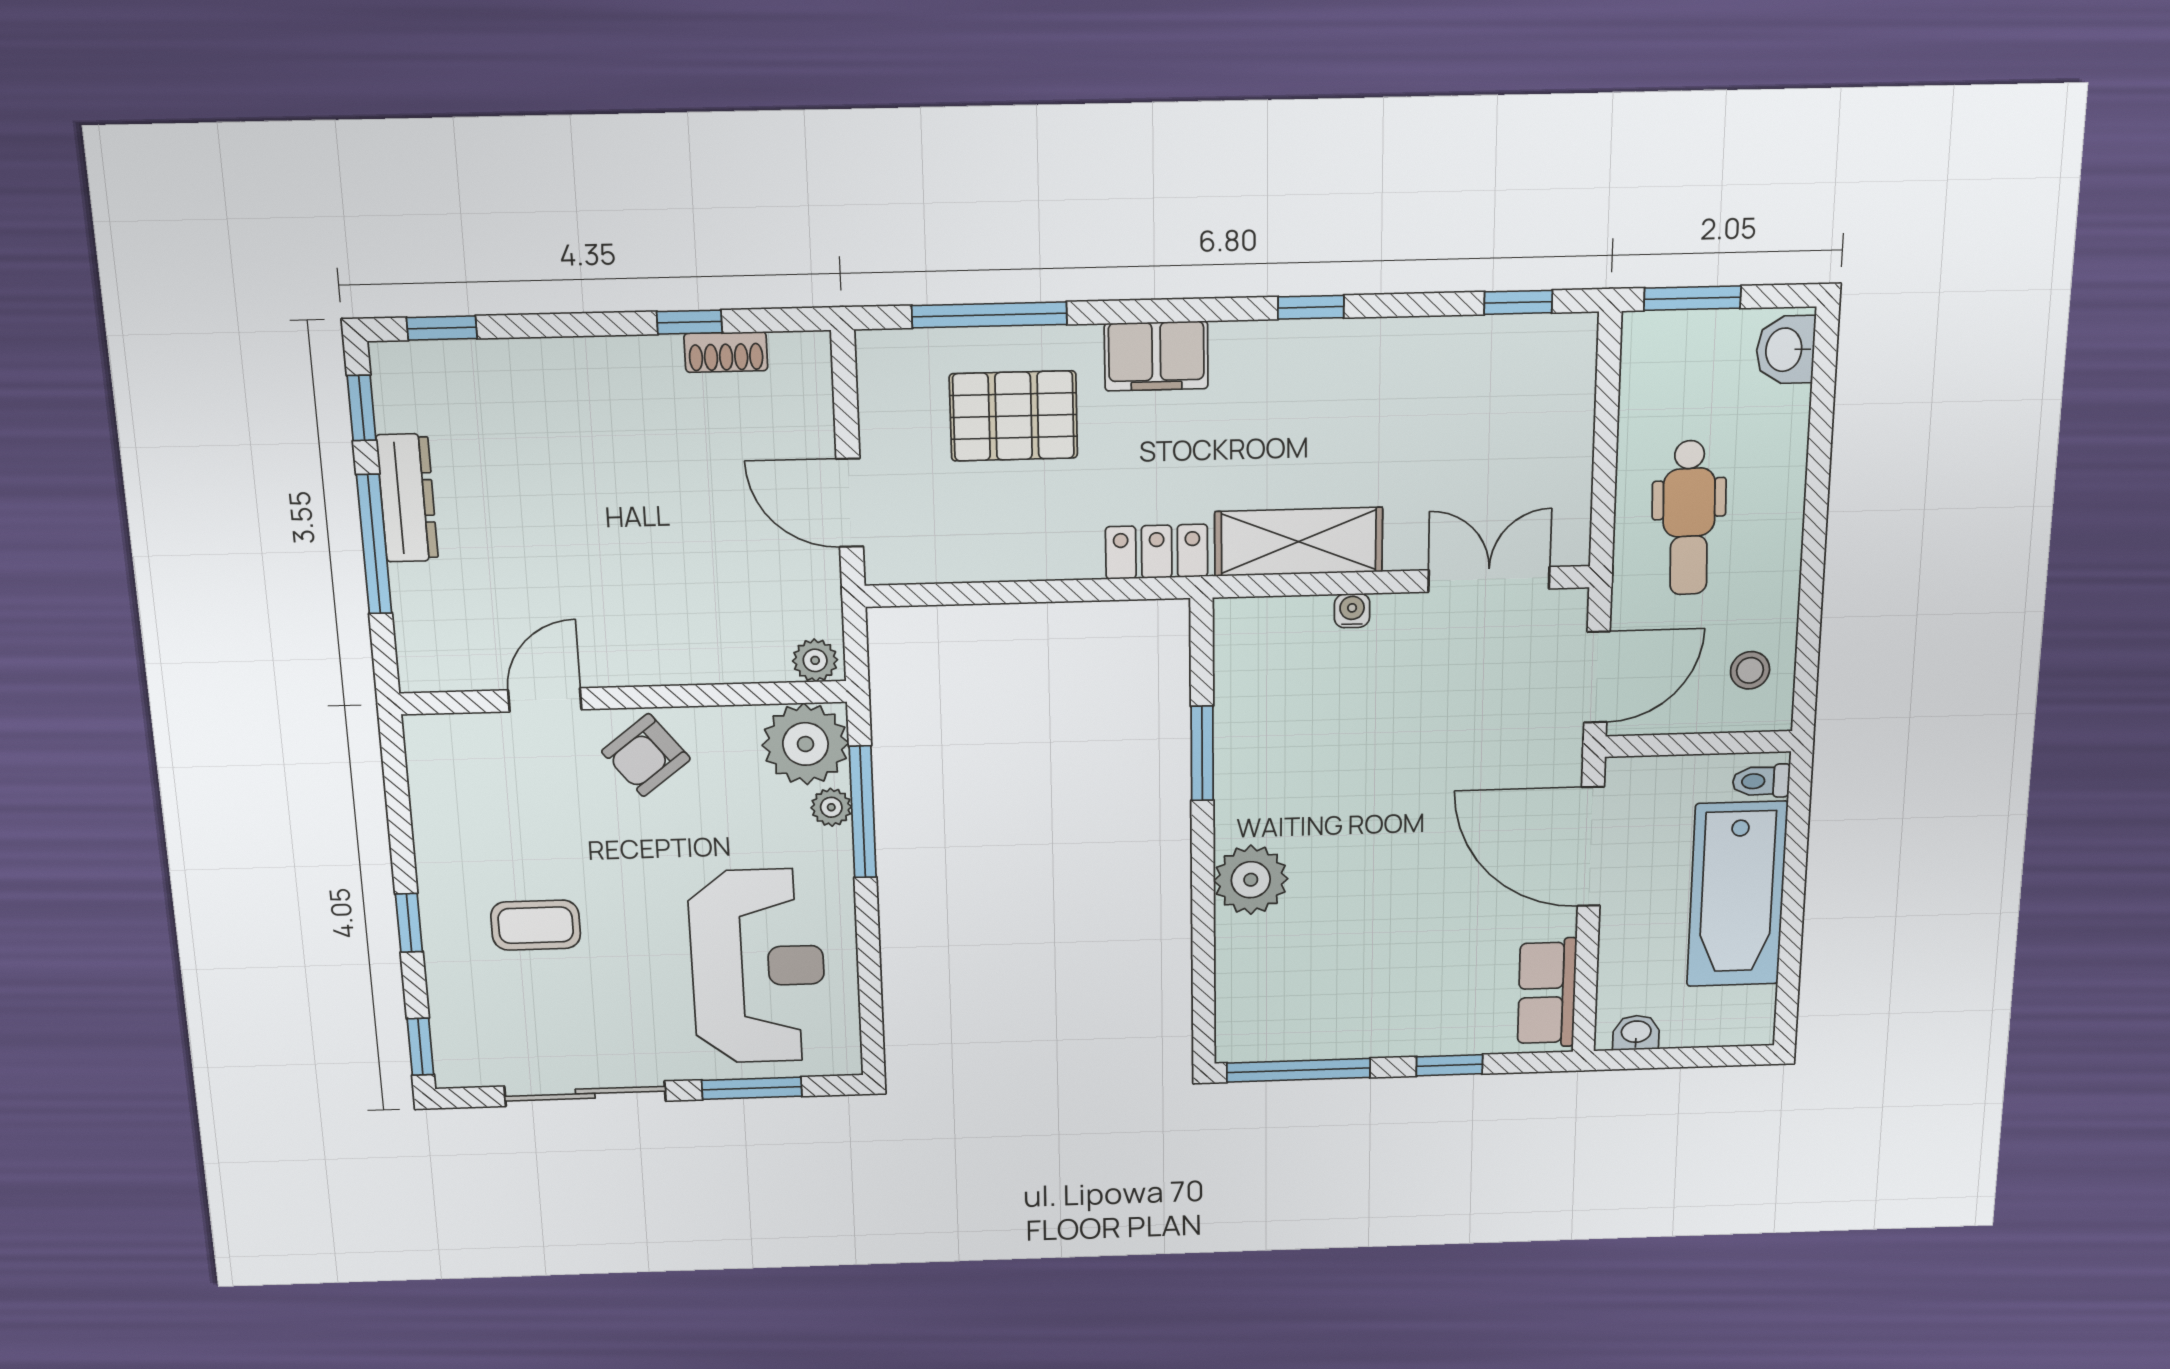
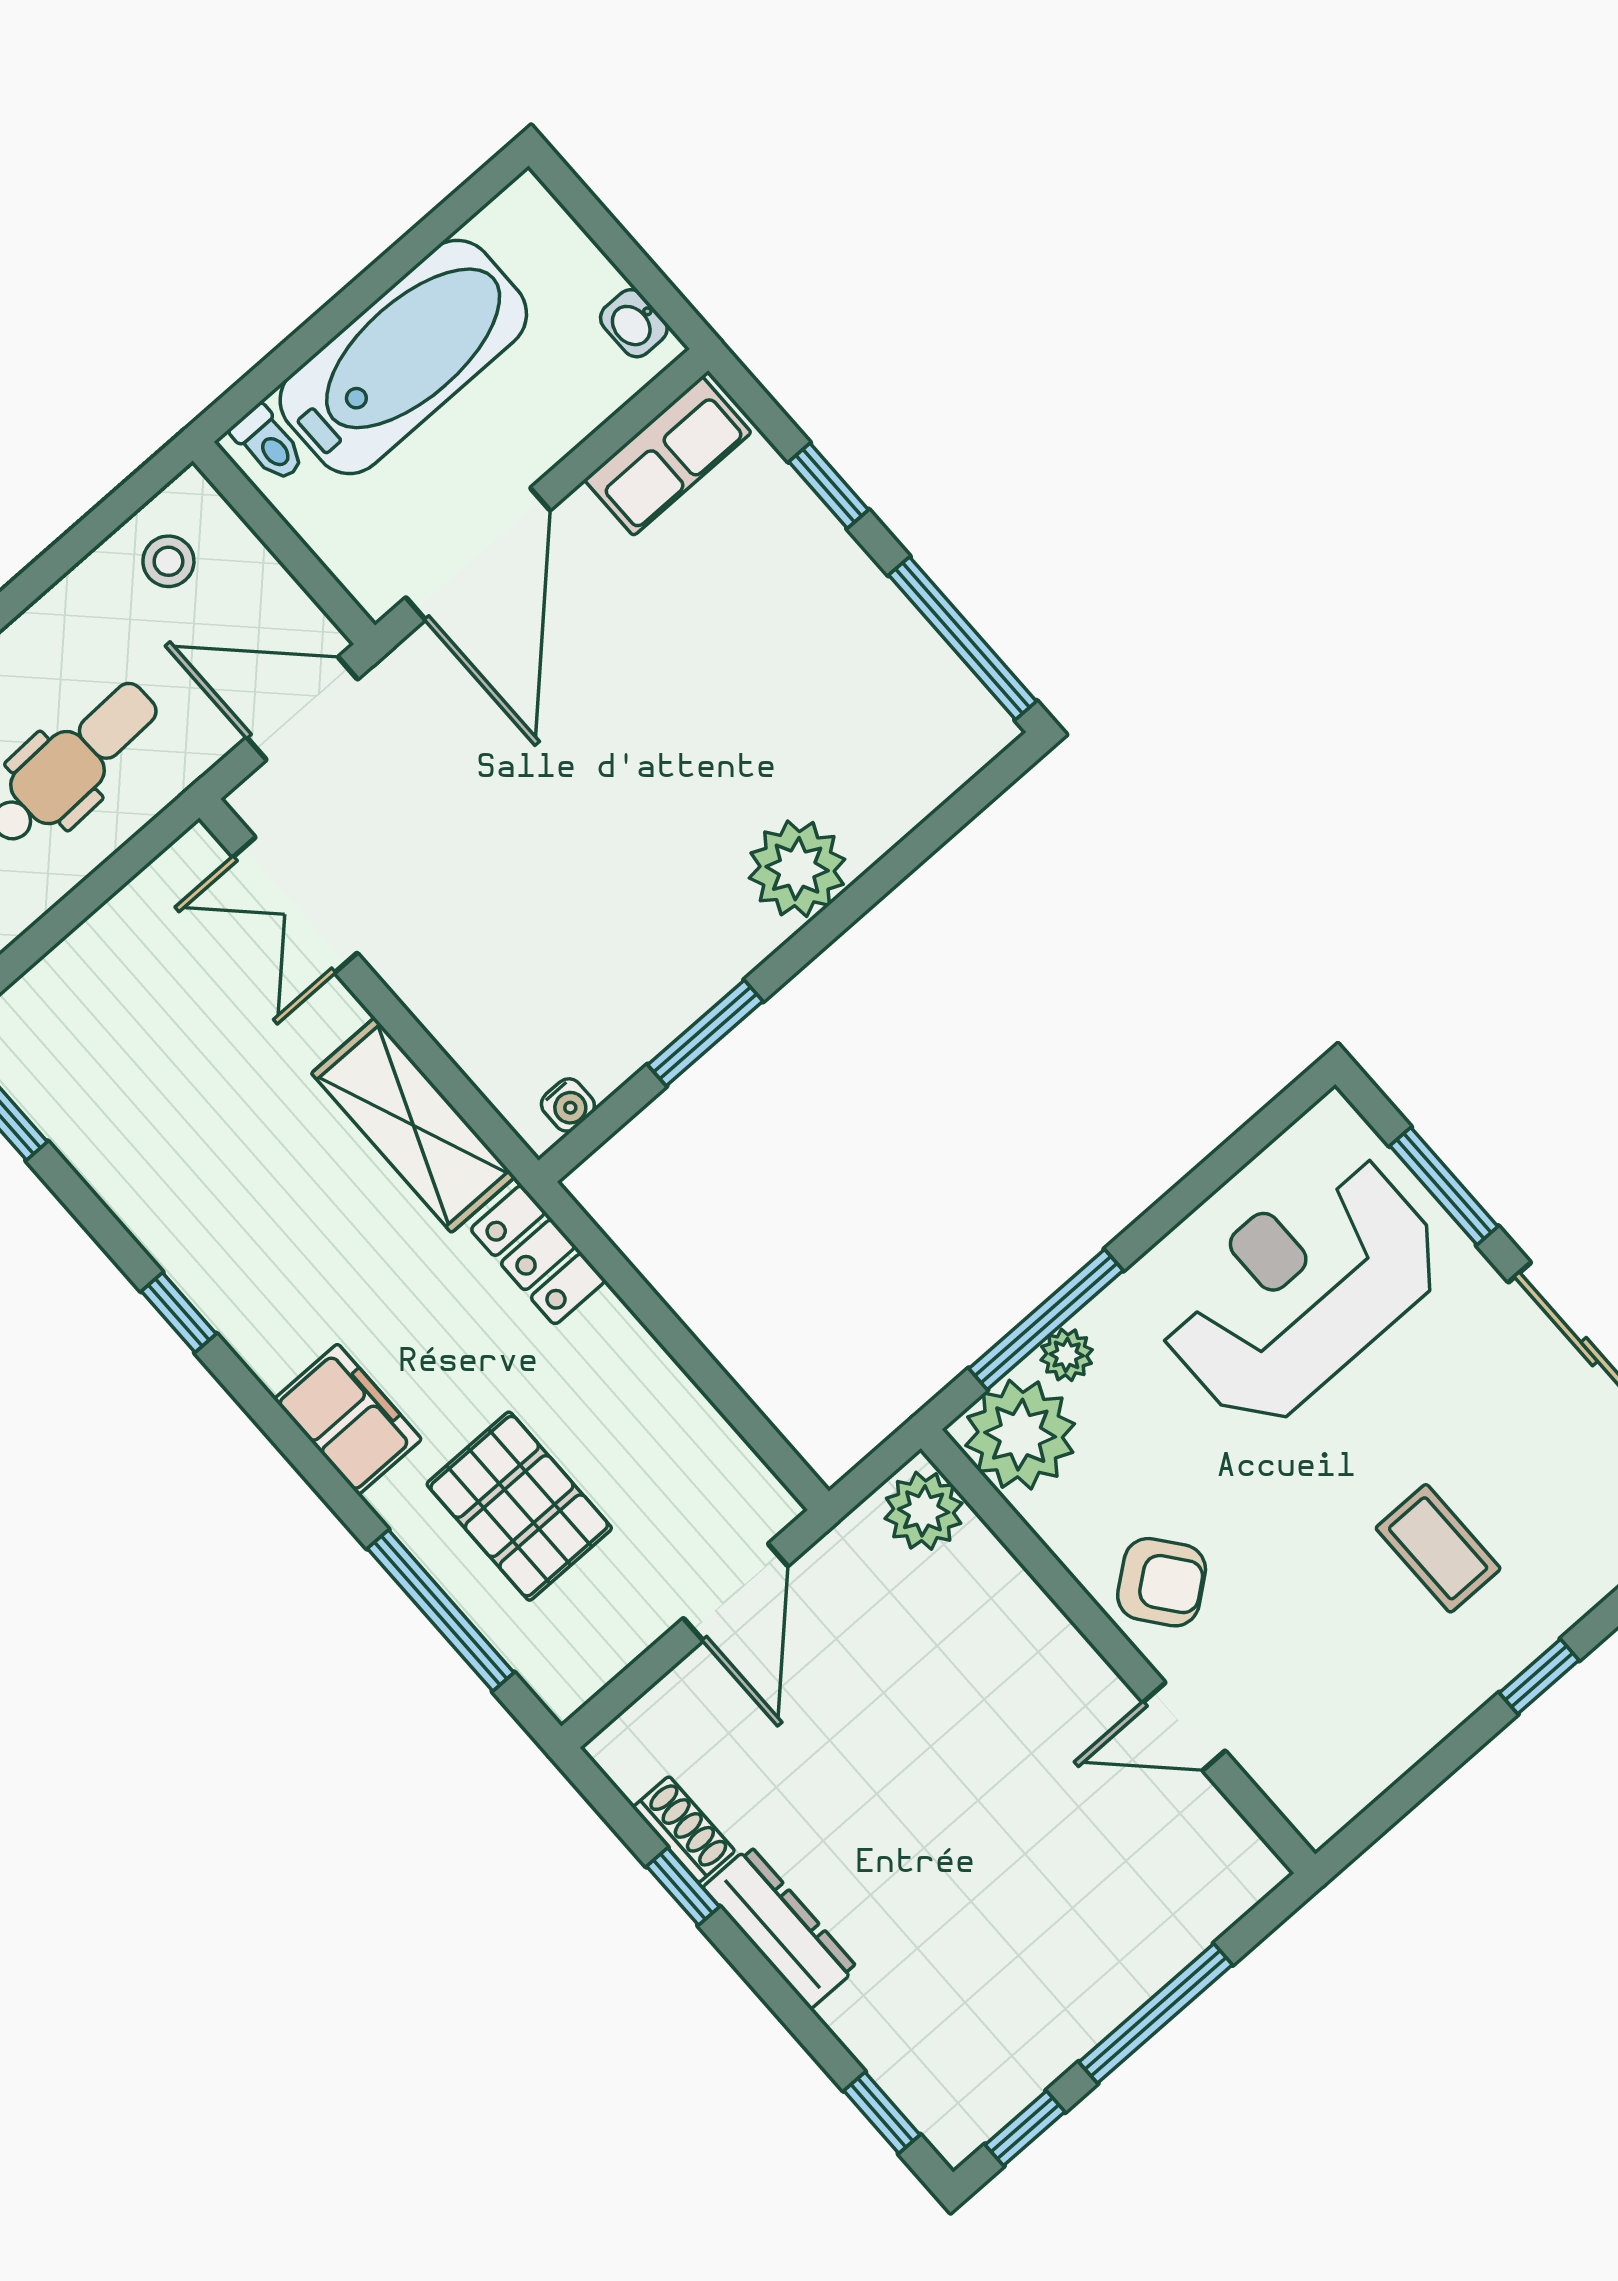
dresser: (407, 498) -> (780, 1928), moved, turned 90
water cooler: (1352, 611) -> (568, 1105), moved, turned -90
plant: (815, 660) -> (924, 1511), width x1.38, depth x1.38

